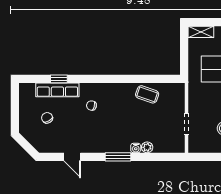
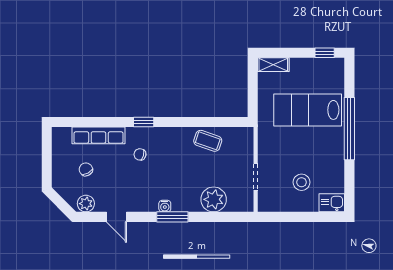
window: (59, 79) -> (144, 122), moved
plant: (47, 146) -> (86, 204), added
plant: (147, 147) -> (214, 199), width x1.88, depth x1.88
water cooler: (136, 148) -> (165, 206), moved

